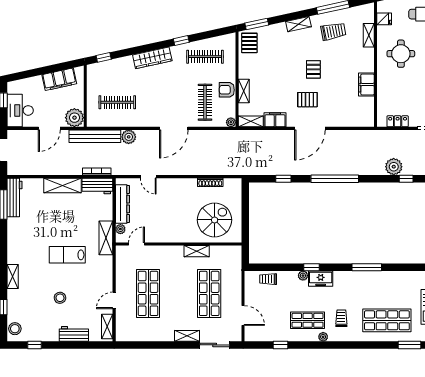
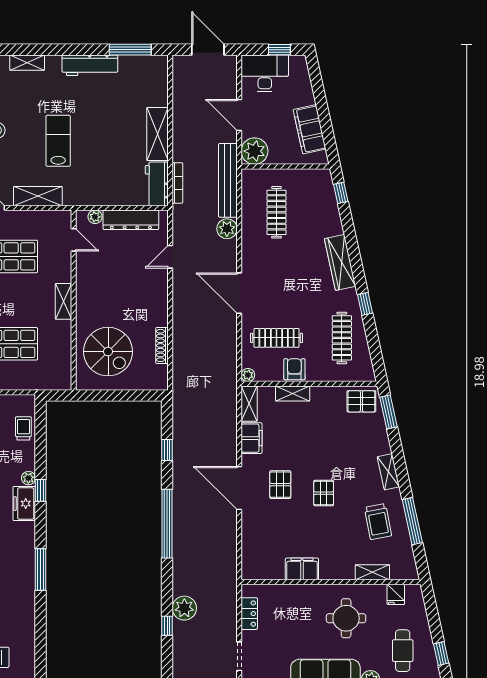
pallet: (313, 69) -> (324, 493), turned 90
workbench: (14, 197) -> (90, 65), moved
shelving: (106, 238) -> (38, 196), moved
shelving: (197, 251) -> (63, 301), moved

